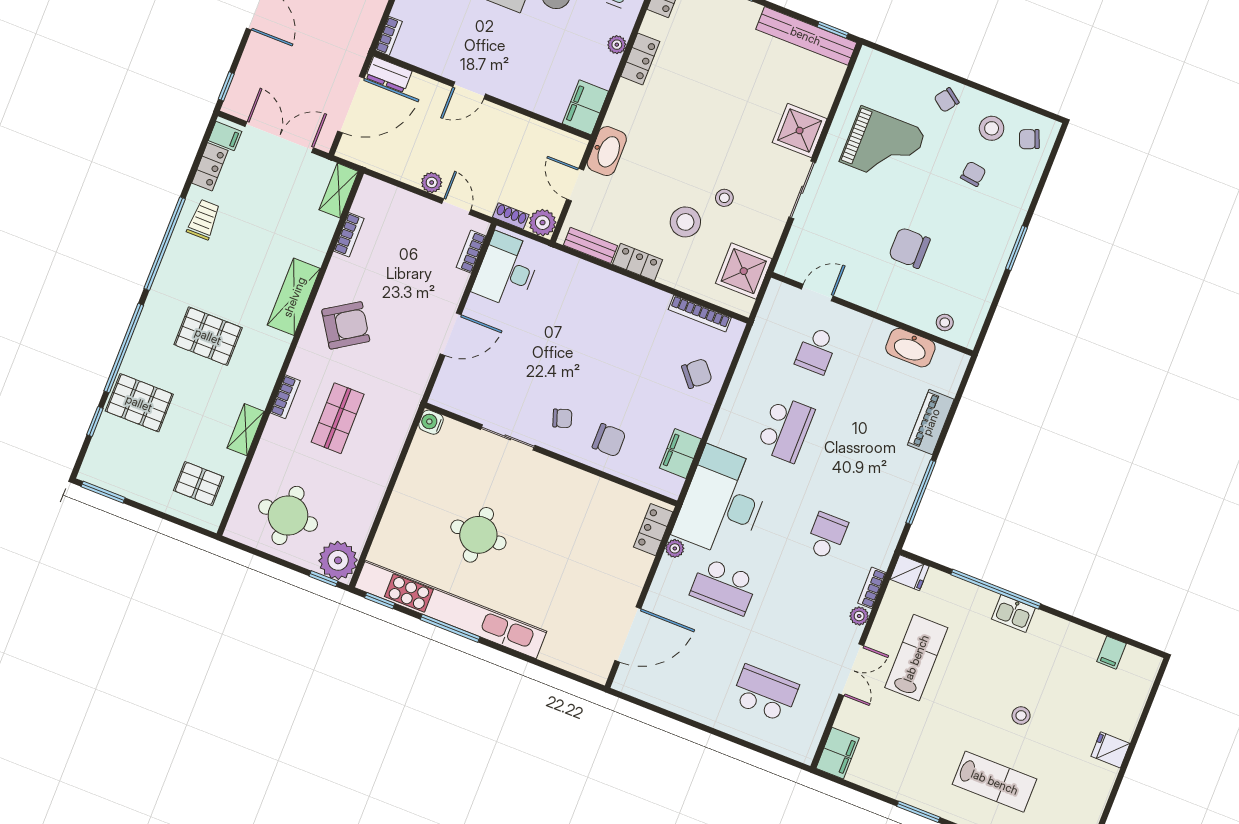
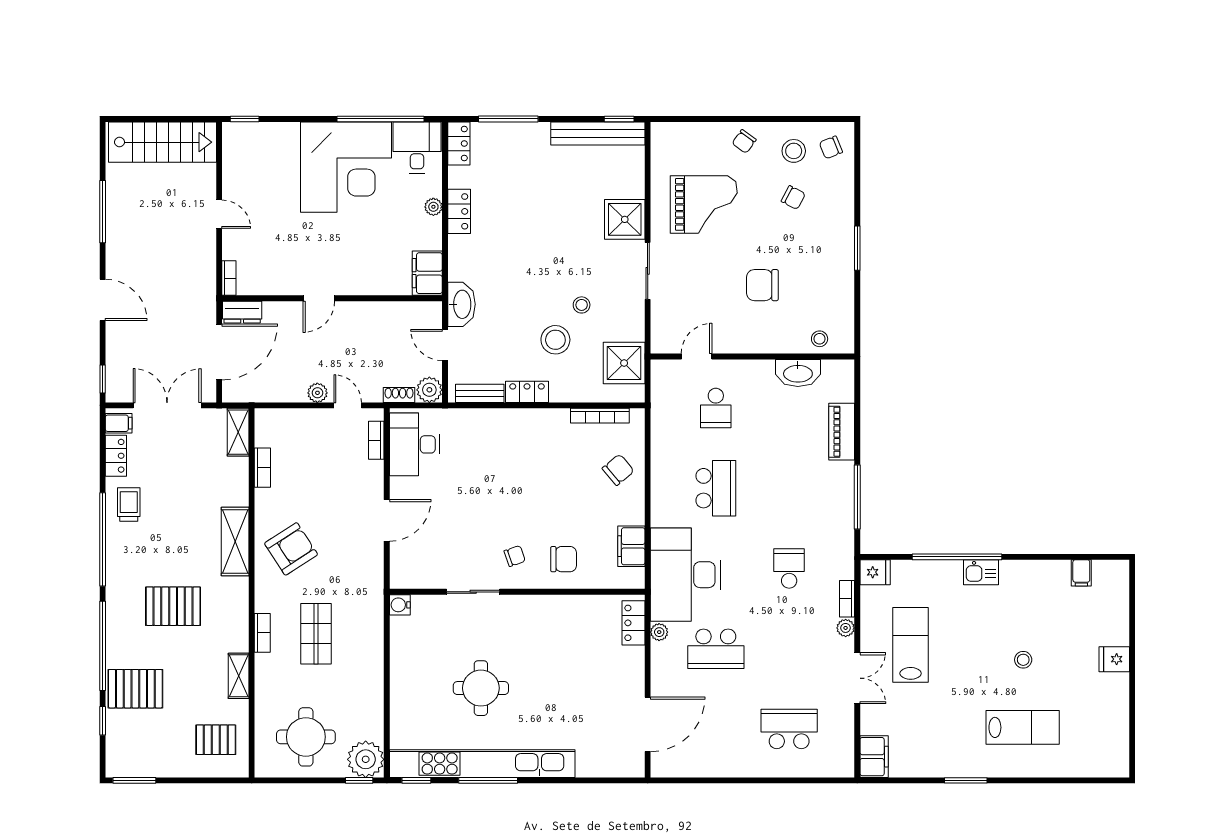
chair: (973, 174) -> (793, 198), turned 111

